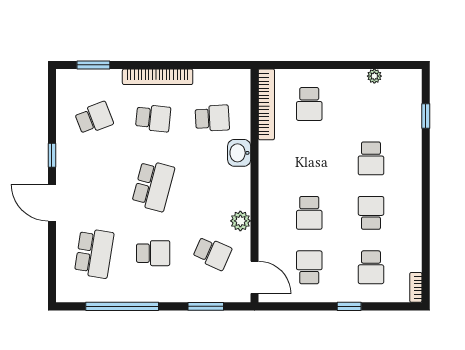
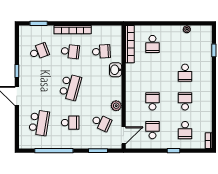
school desk: (309, 213) -> (152, 101), turned 180
door: (254, 277) -> (124, 135), hinge flipped

